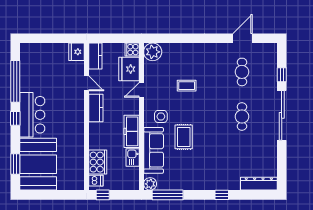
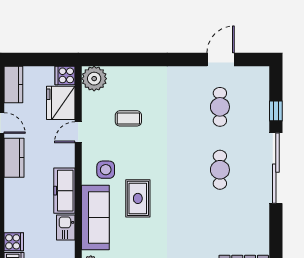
coffee table: (187, 86) -> (128, 118), moved
cooker: (98, 162) -> (14, 242), width x0.53, depth x0.76

